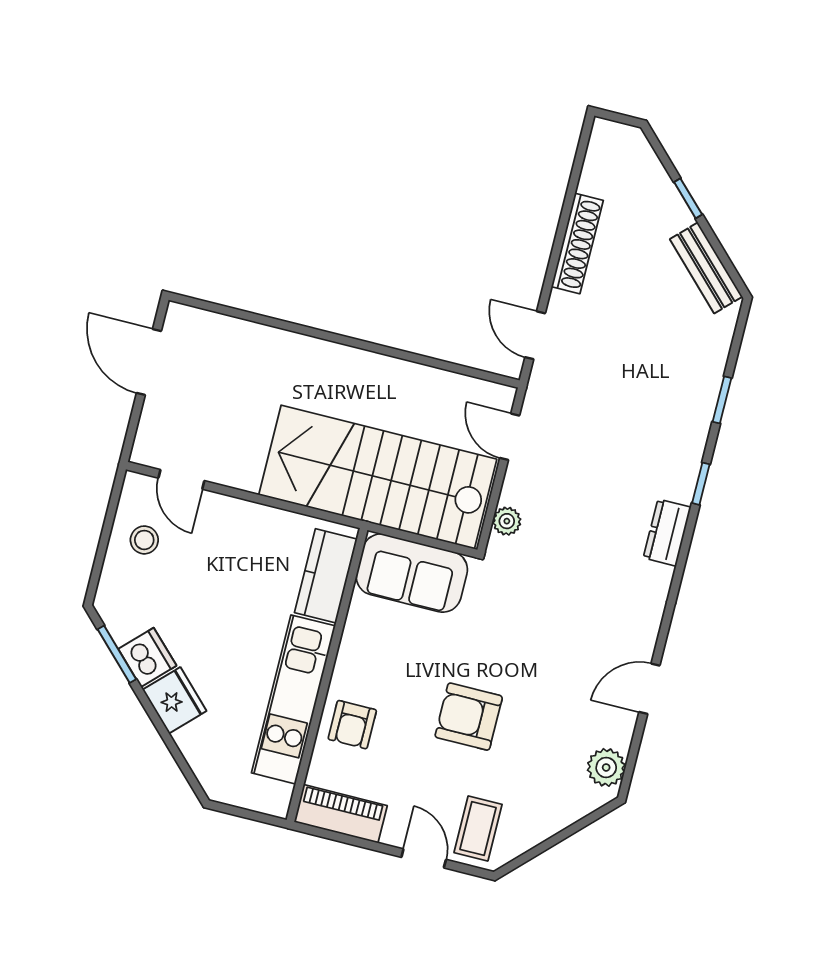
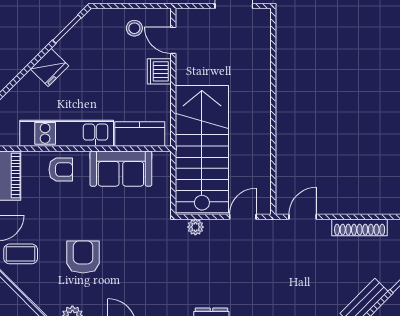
door: (181, 479) -> (173, 40), hinge flipped
sofa: (412, 573) -> (121, 169), moved, turned -90
dishwasher: (147, 657) -> (159, 71), moved, turned 135
armchair: (469, 717) -> (83, 257), moved
armchair: (352, 725) -> (61, 170), turned 180

